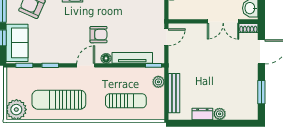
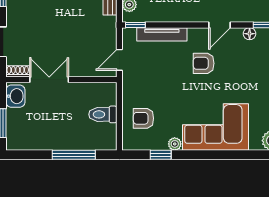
floor lamp: (106, 58) -> (250, 34), moved

